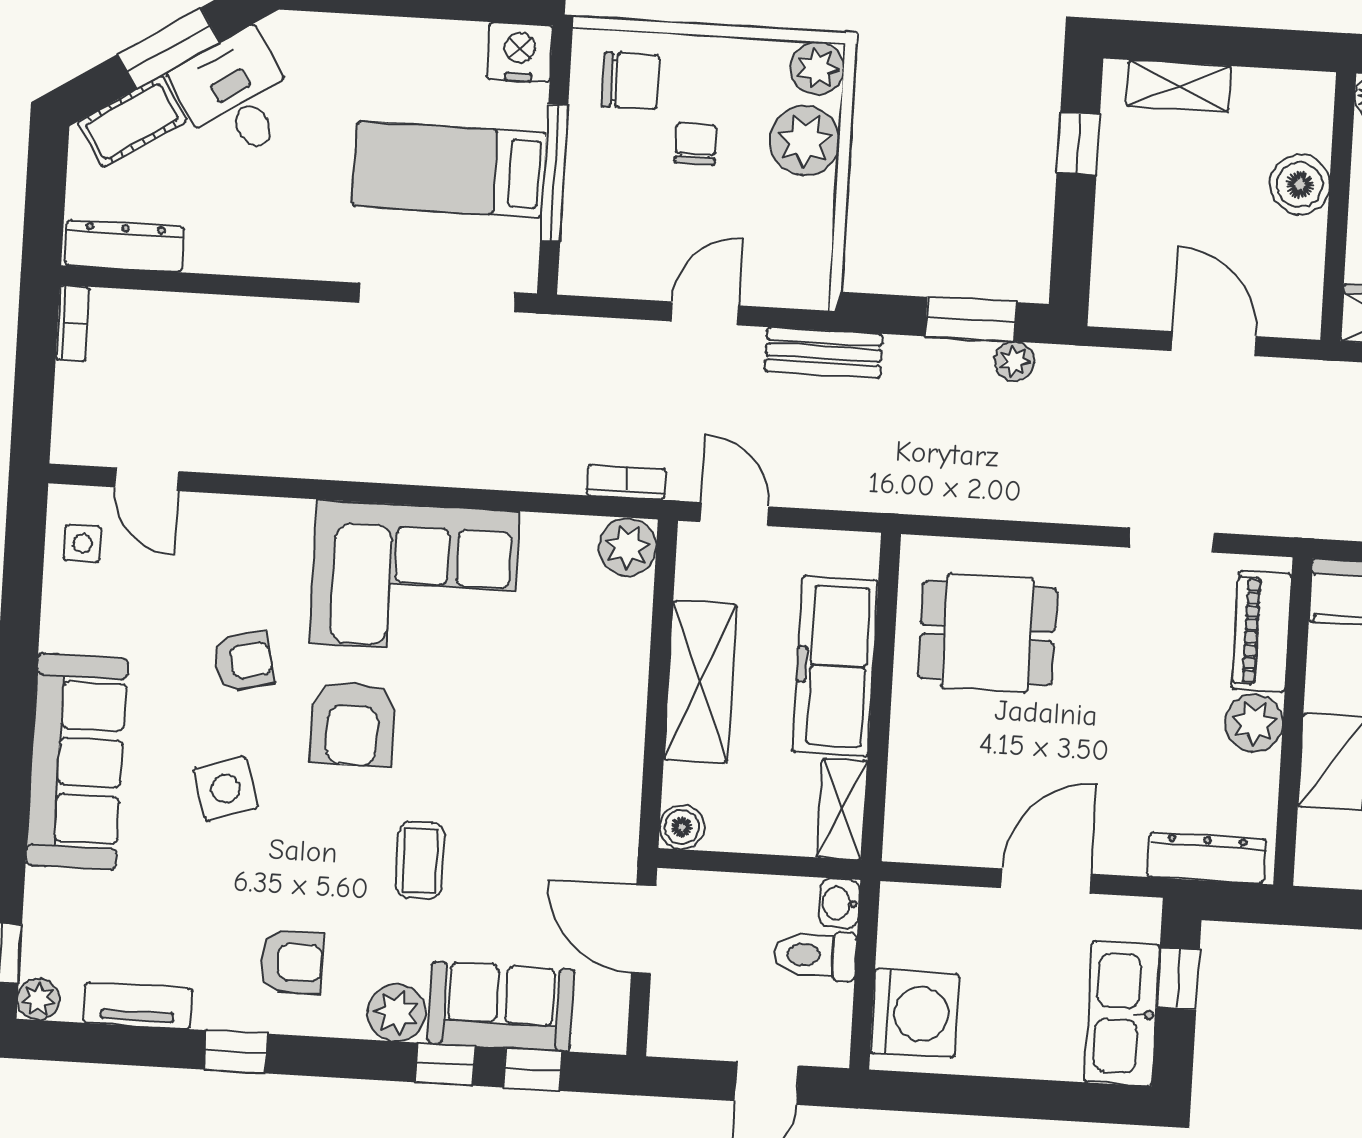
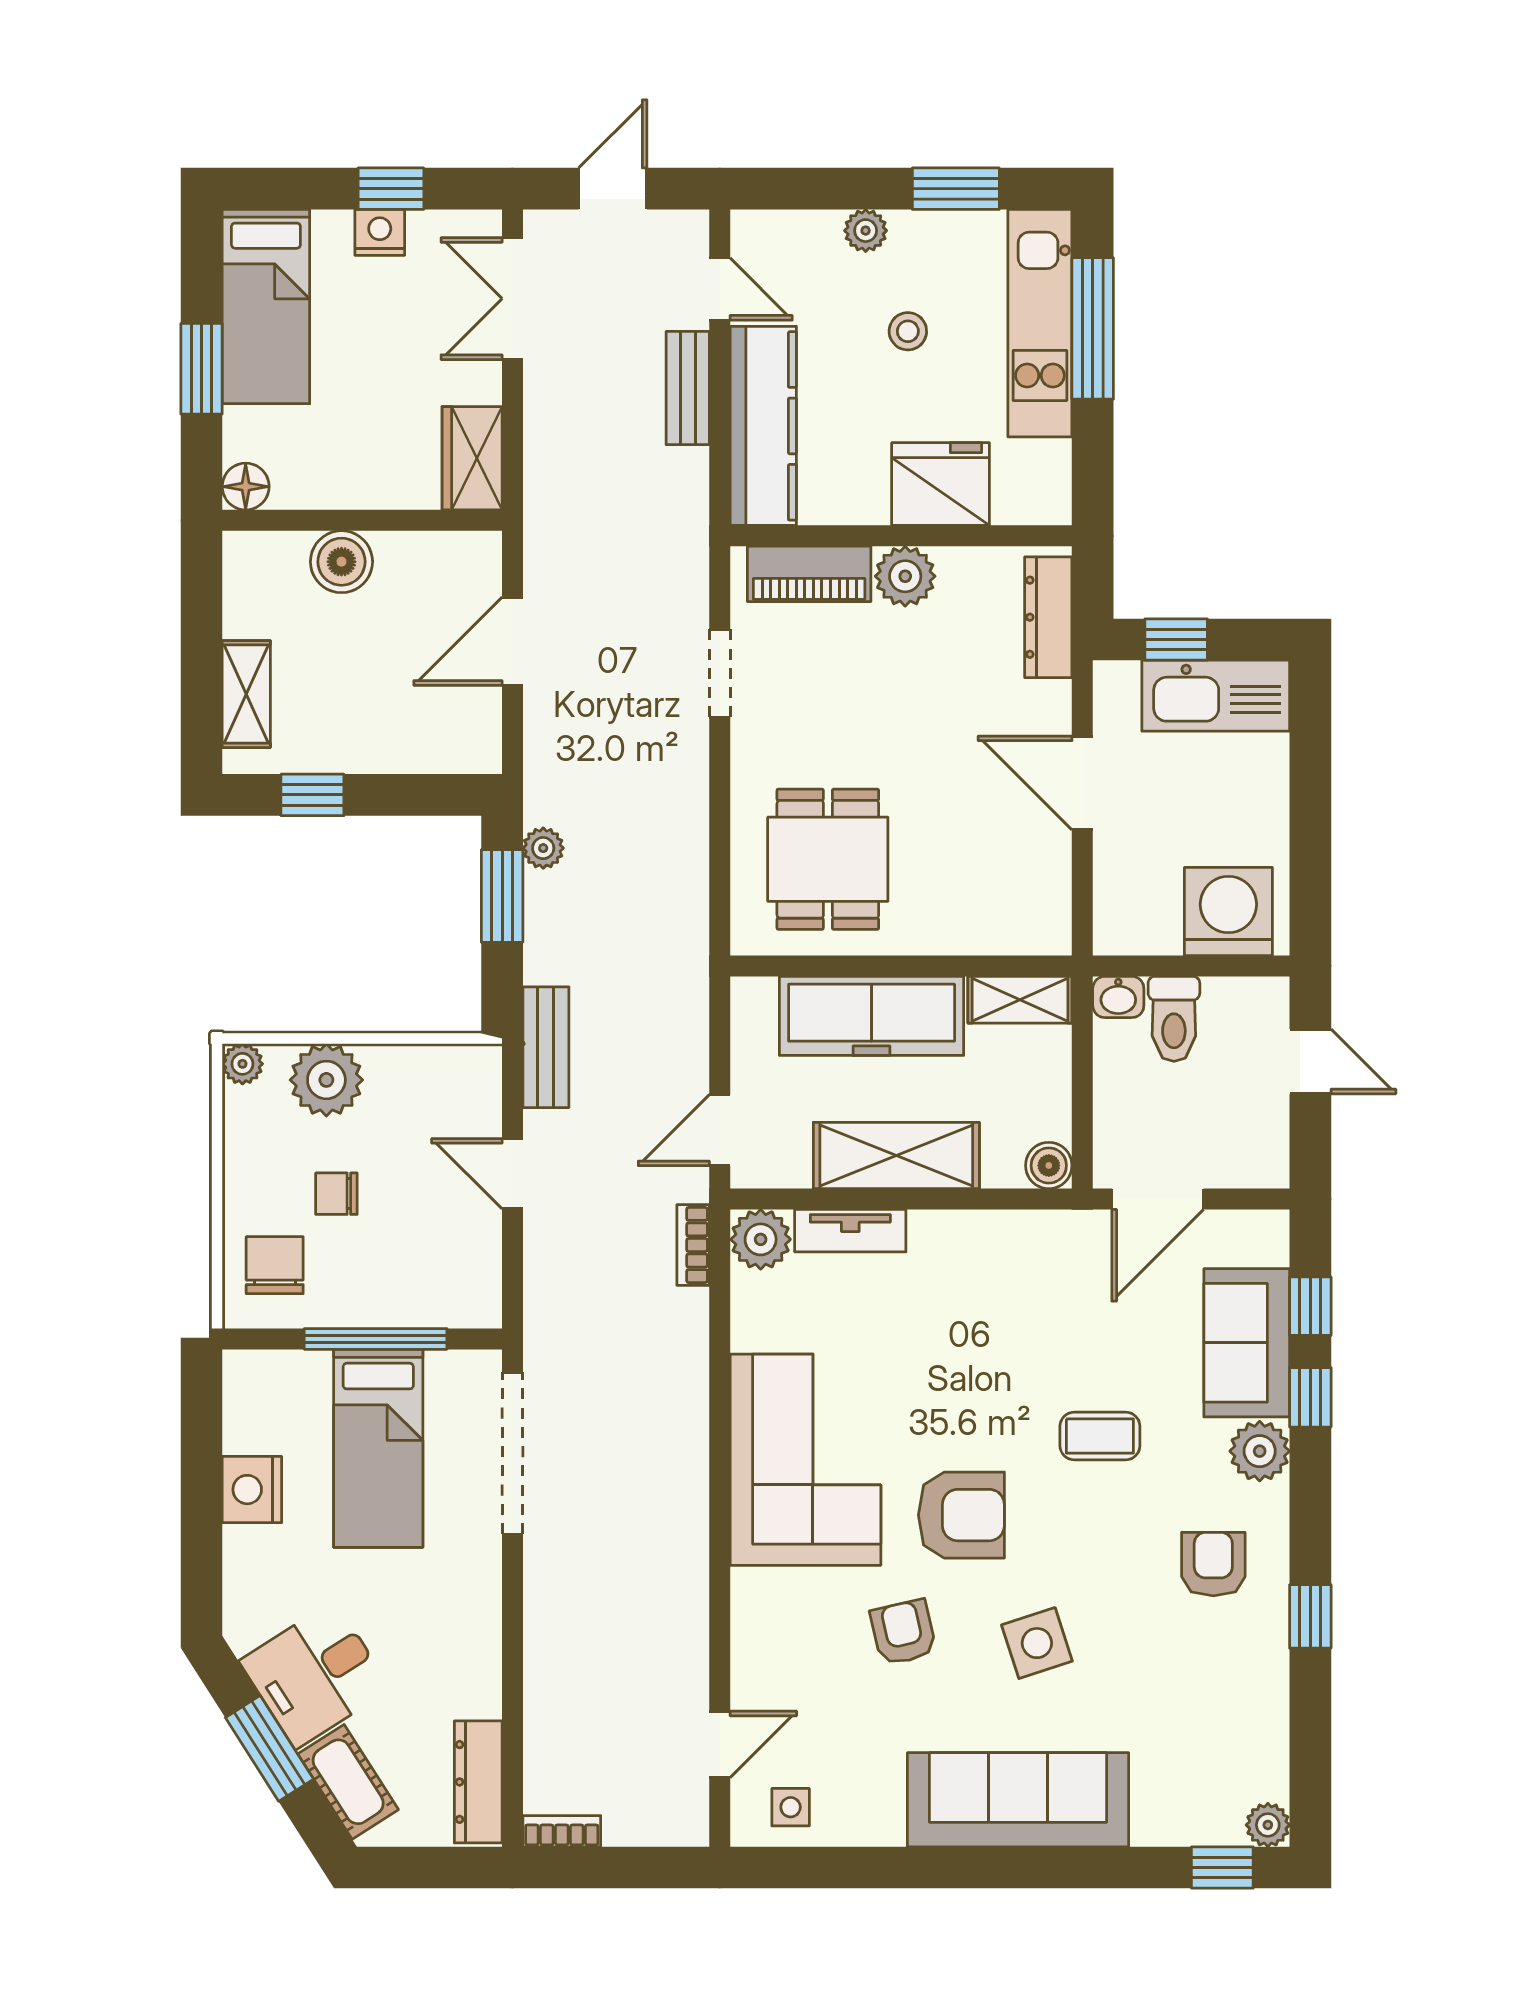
nightstand: (520, 52) -> (252, 1490), moved
plant: (817, 68) -> (242, 1064), width x0.73, depth x0.73
tv unit: (138, 1006) -> (850, 1231), moved, turned -90

